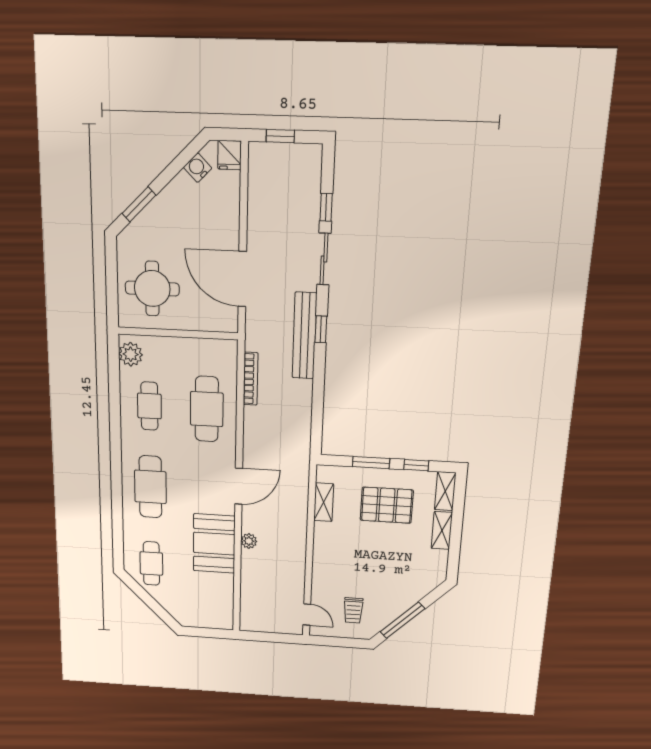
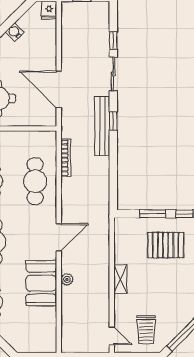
water cooler: (198, 168) -> (15, 32), moved
shelving: (324, 502) -> (120, 279), moved
trolley: (353, 610) -> (146, 330), width x1.36, depth x1.39

